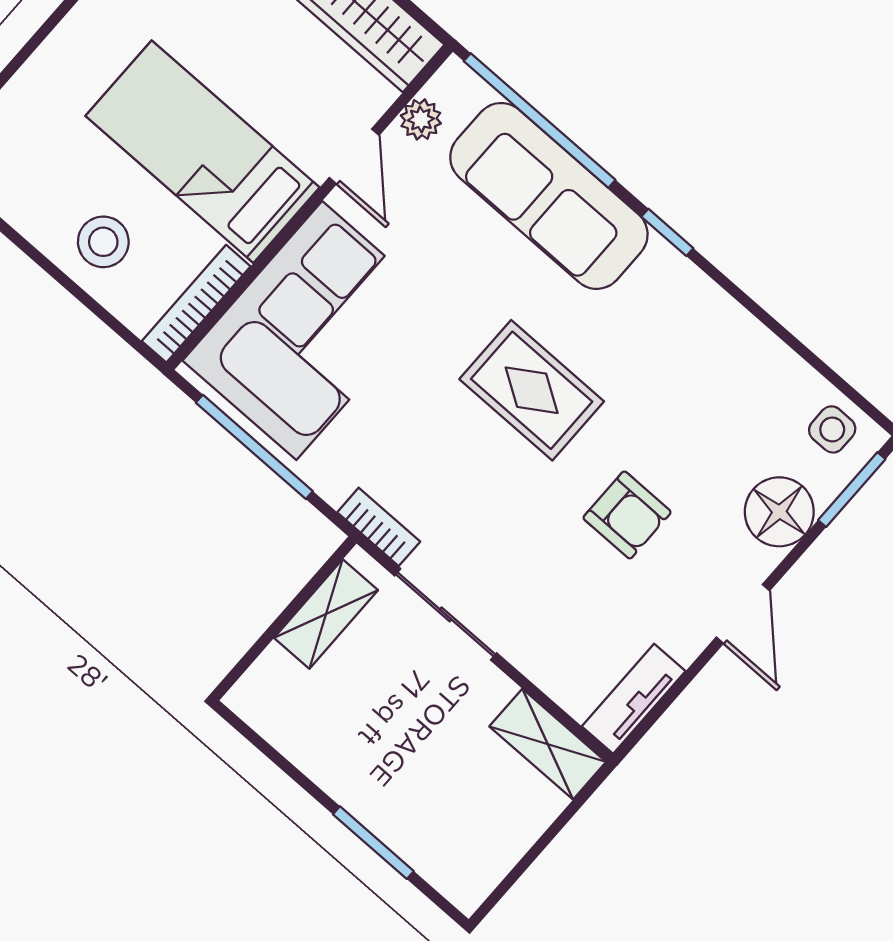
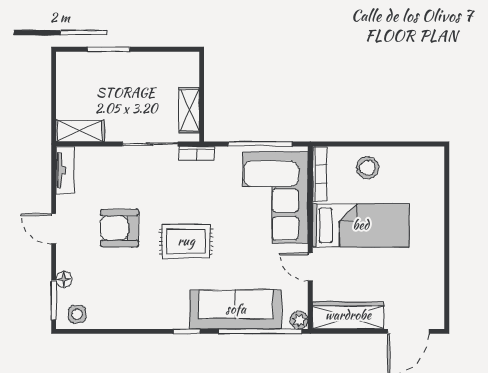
plant: (421, 119) -> (299, 320), moved
floor lamp: (779, 512) -> (64, 279), width x0.53, depth x0.53
armchair: (627, 515) -> (119, 228), width x1.38, depth x1.38

